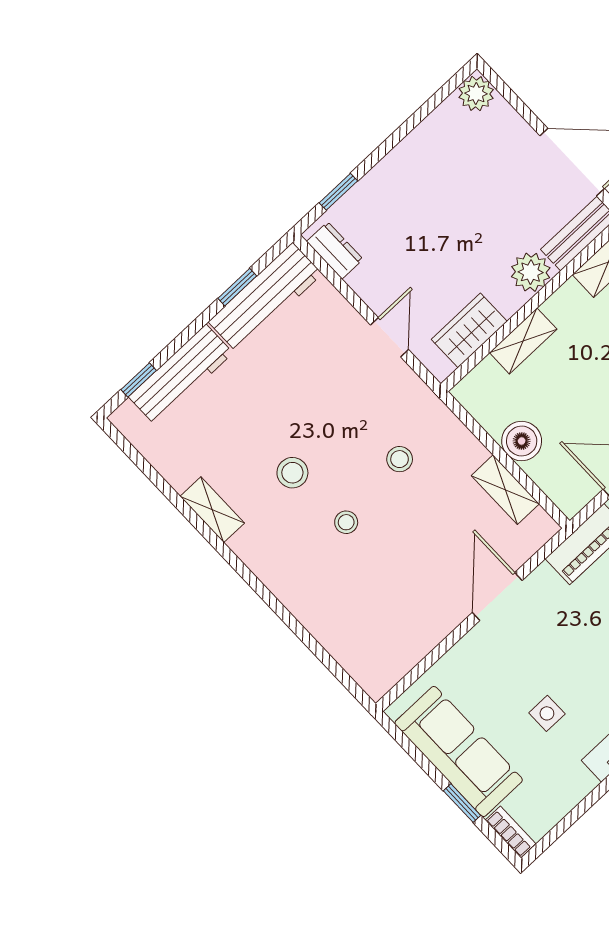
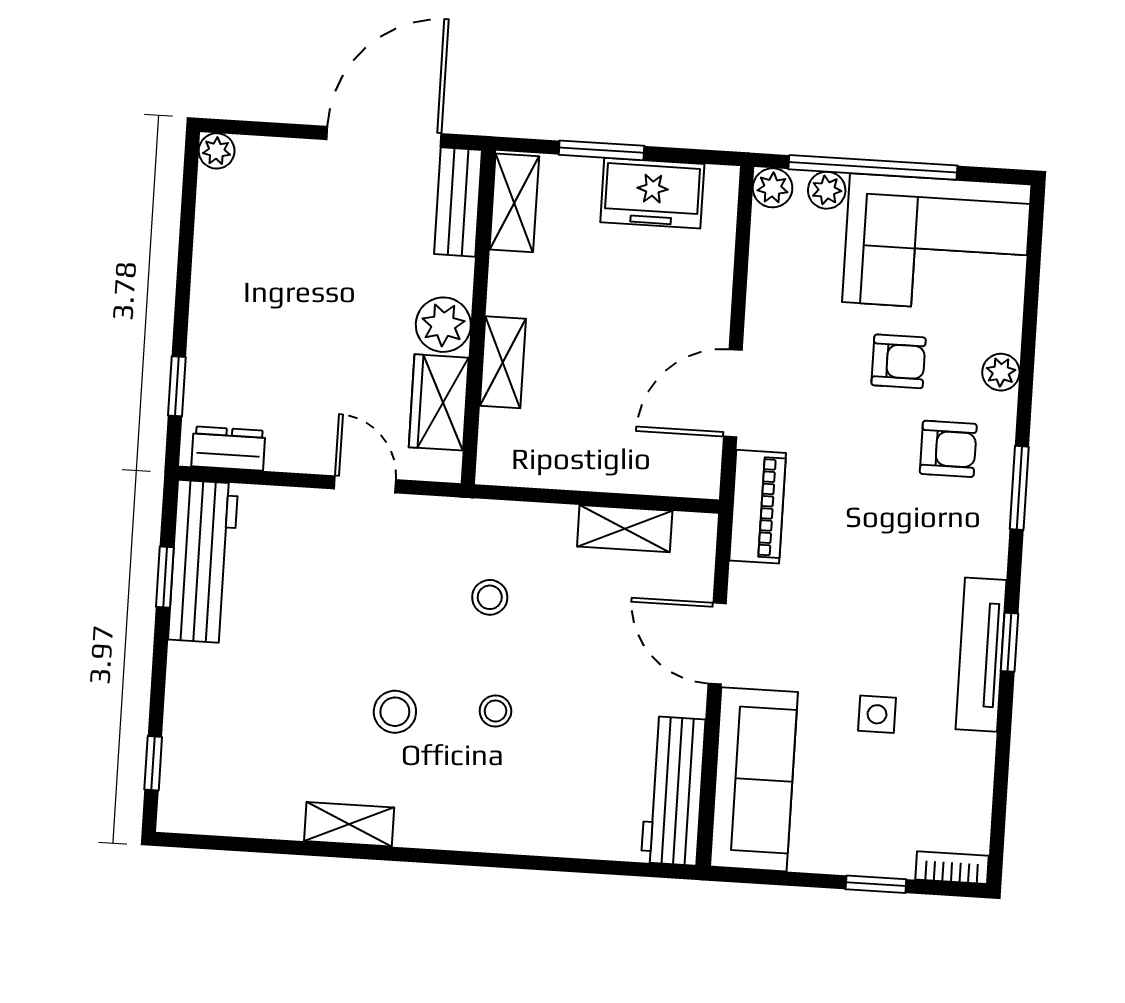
plant: (476, 93) -> (217, 151), width x0.73, depth x0.73
plant: (531, 272) -> (443, 325), moved
workbench: (181, 375) -> (673, 791), moved, turned 180
boiler: (522, 441) -> (595, 464), removed
sofa: (459, 751) -> (754, 779), moved, turned 90

